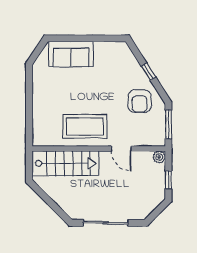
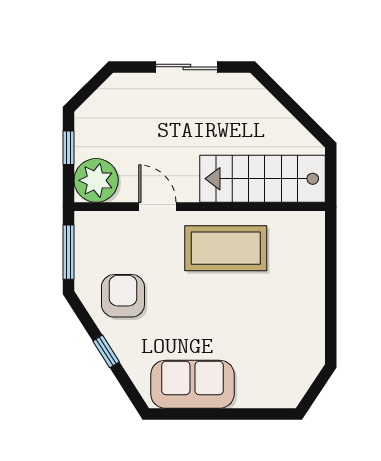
sofa: (71, 54) -> (192, 384), moved
plant: (159, 157) -> (96, 180), width x1.87, depth x1.87
sliding door: (106, 223) -> (187, 67), width x0.73

